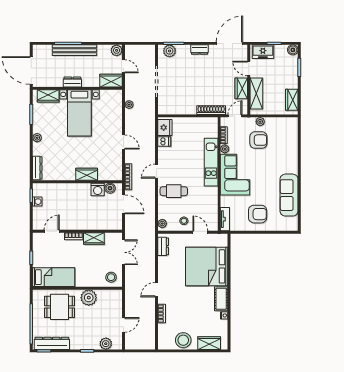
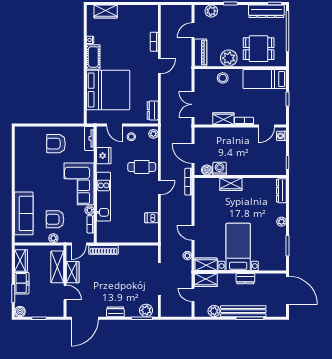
plant: (117, 50) -> (214, 311), moved
freezer: (263, 52) -> (22, 283), moved, turned 90
wardrobe: (48, 96) -> (206, 264), moved
fridge: (165, 128) -> (104, 156), moved, turned 180
door: (124, 142) -> (193, 233), moved
sofa: (289, 195) -> (24, 213), moved
washing machine: (37, 202) -> (281, 136), moved
stool: (111, 277) -> (223, 78), moved
piano: (116, 303) -> (201, 53), added
stool: (183, 340) -> (132, 15), removed

